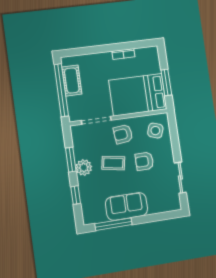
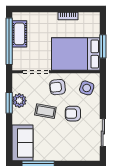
plant: (84, 167) -> (19, 101), moved
window: (76, 195) -> (9, 134), removed
sofa: (127, 206) -> (23, 143), moved, turned 90

